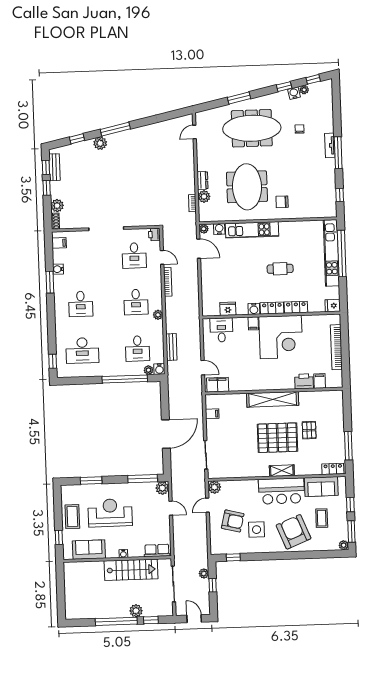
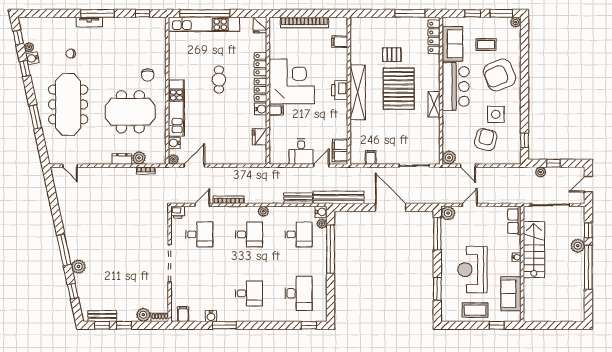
desk: (221, 330) -> (301, 152), moved, turned -90
printer: (304, 381) -> (340, 90), moved
bench: (174, 385) -> (339, 197), added
locker: (333, 469) -> (434, 37), width x1.53
shelving: (282, 471) -> (434, 104), moved

